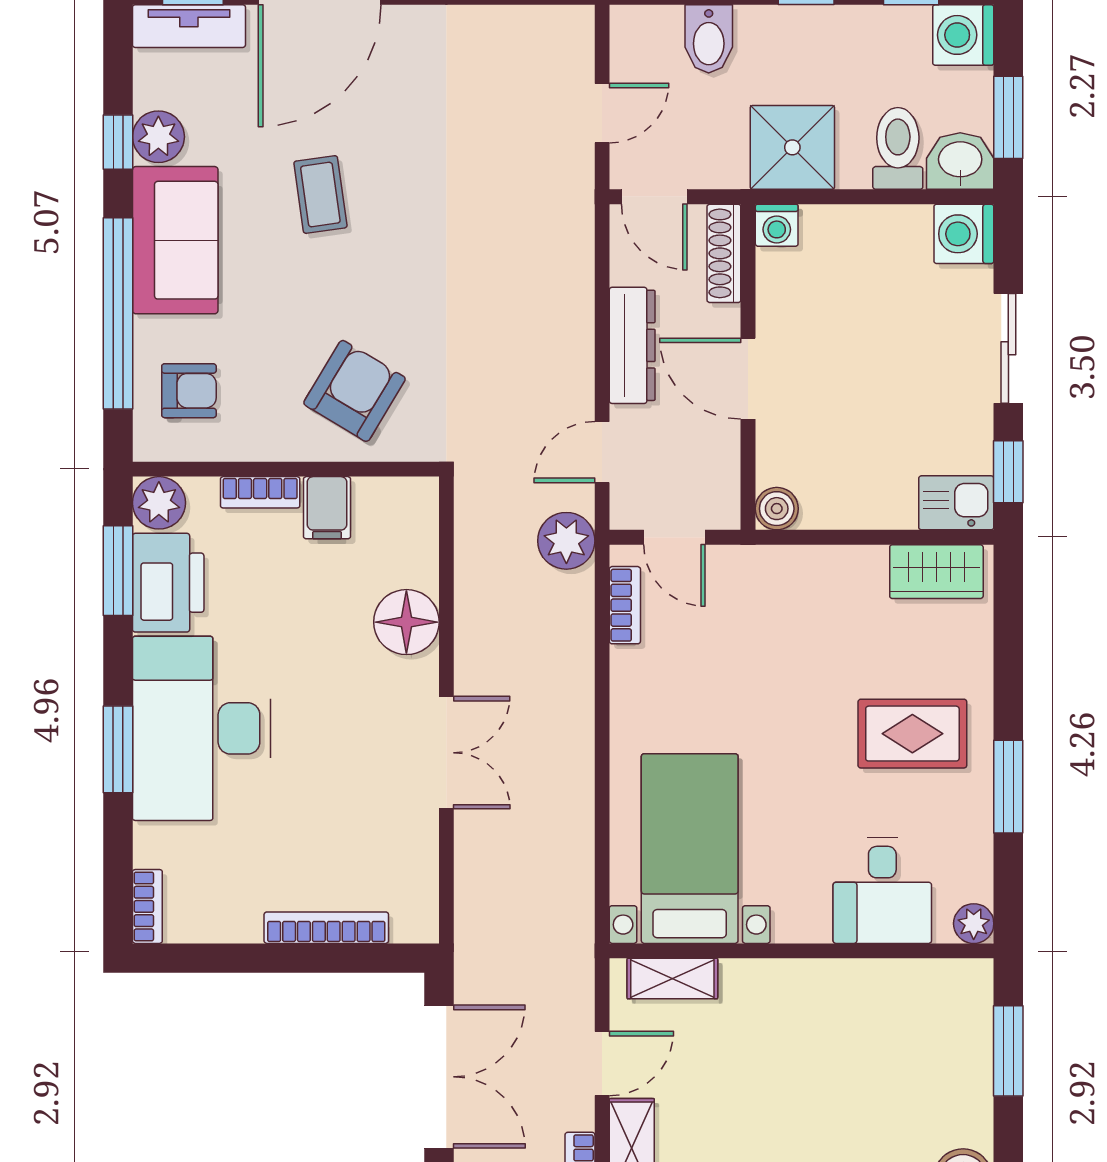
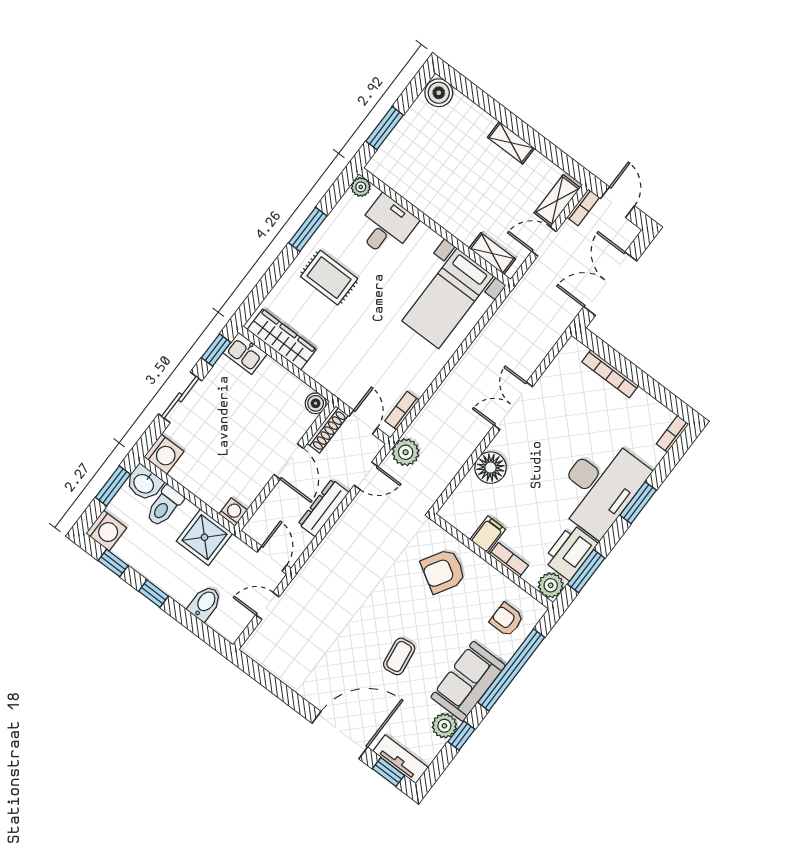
shoe rack: (724, 253) -> (328, 429), moved
wardrobe: (936, 572) -> (282, 339), width x1.50

